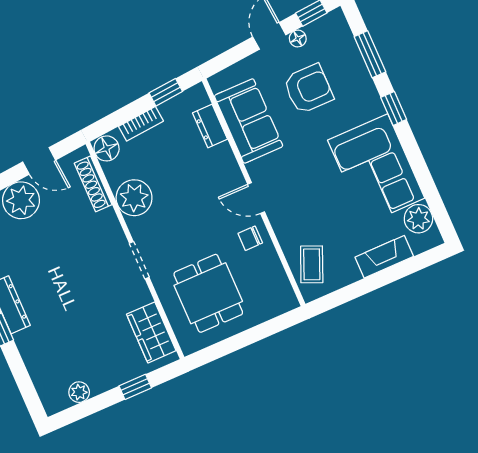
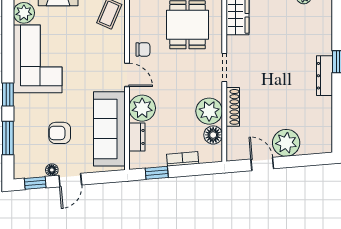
armchair: (308, 89) -> (60, 133), width x0.72, depth x0.72
sofa: (249, 121) -> (109, 129), width x1.36
floor lamp: (107, 148) -> (213, 135), moved
plant: (219, 165) -> (142, 108), added
shoe rack: (93, 184) -> (233, 107), moved

